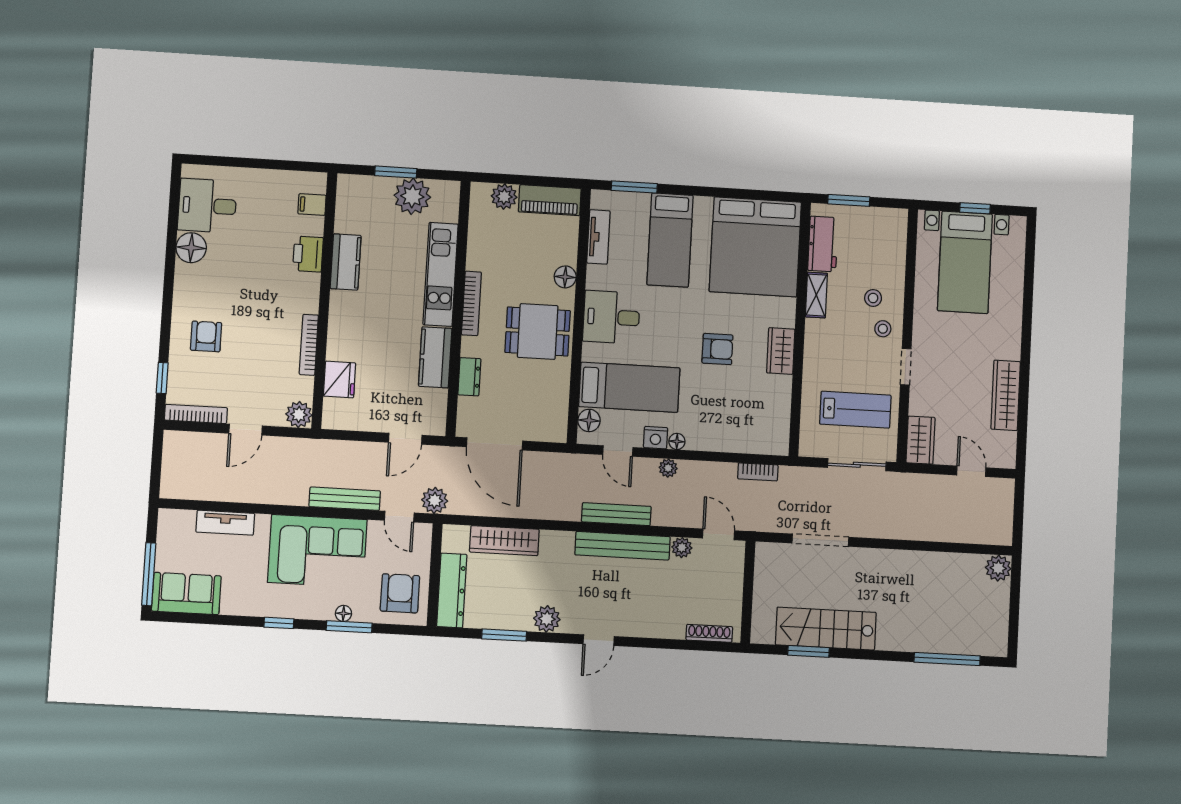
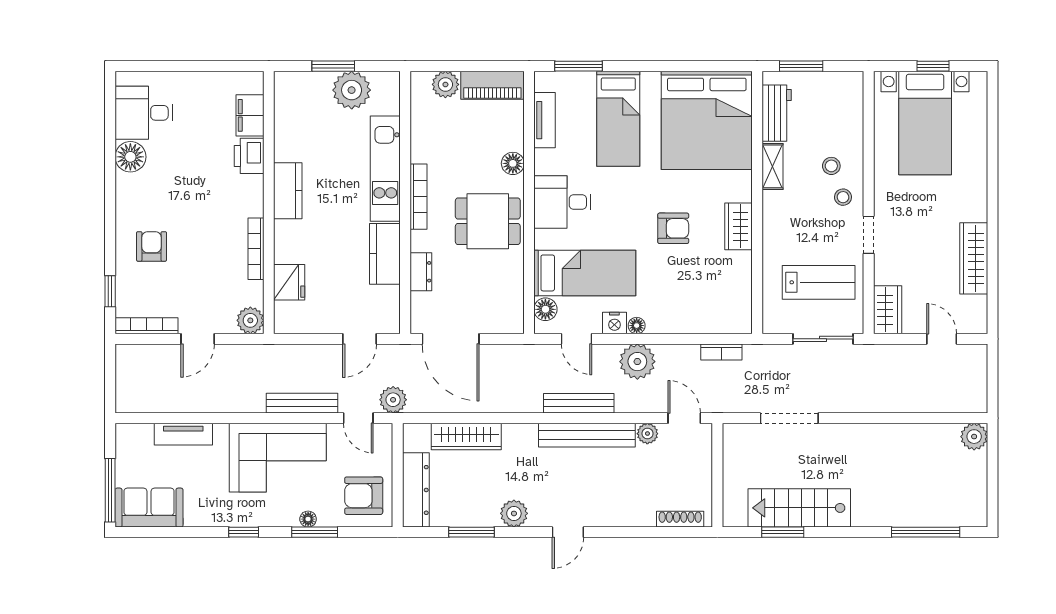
filing cabinet: (312, 205) -> (250, 115), width x2.00
kitchen counter: (346, 262) -> (288, 191), moved
plant: (668, 468) -> (637, 362), width x1.88, depth x1.88
armchair: (400, 593) -> (364, 496), turned -90

